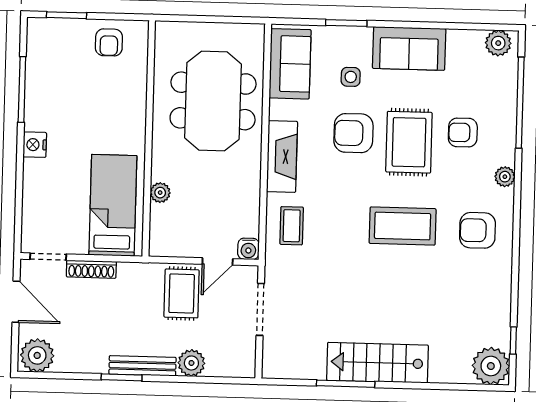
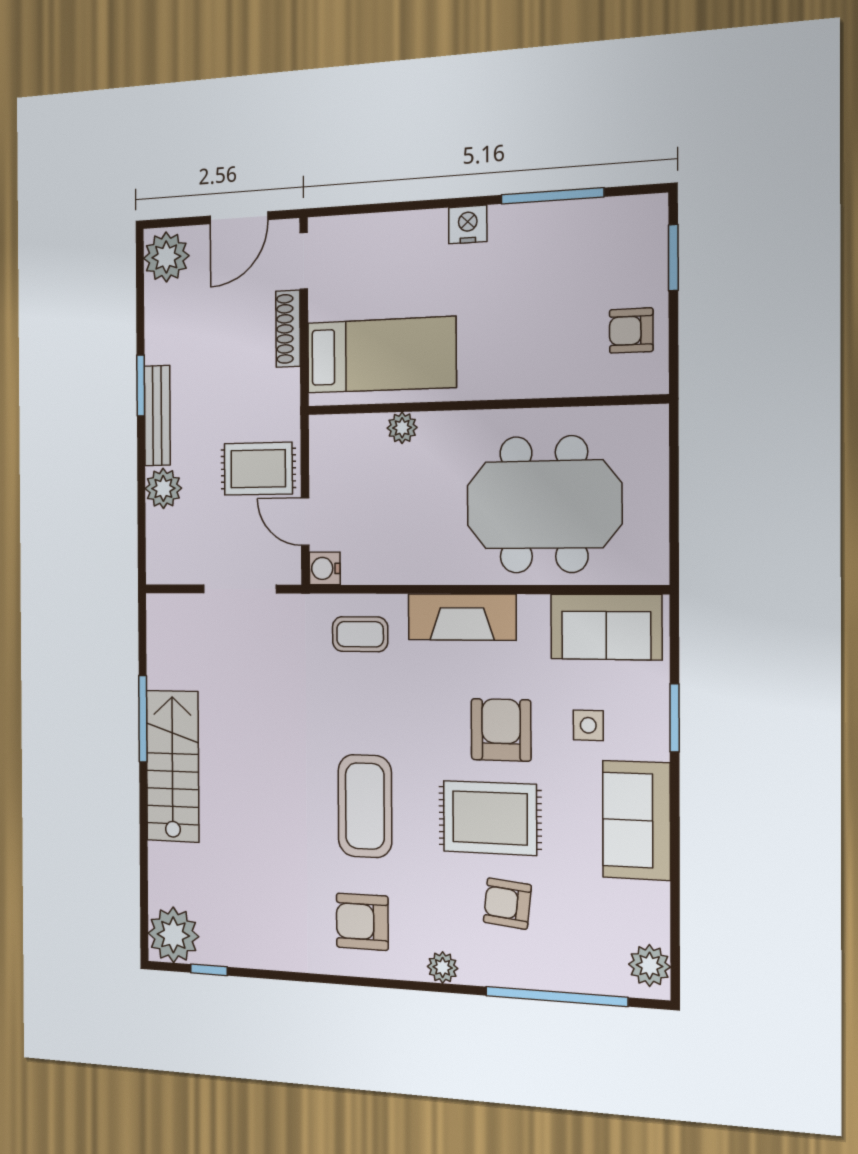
armchair: (463, 133) -> (507, 904), turned -84
armchair: (477, 230) -> (362, 922), turned -90

